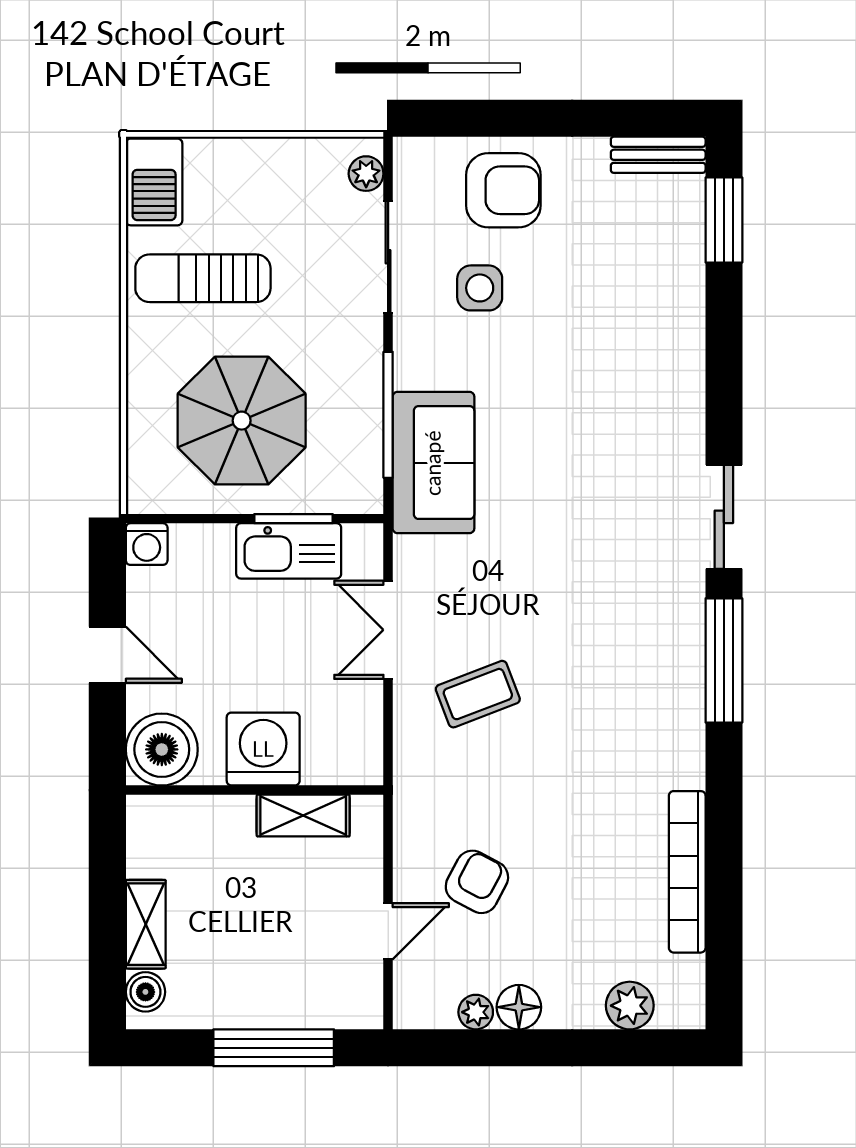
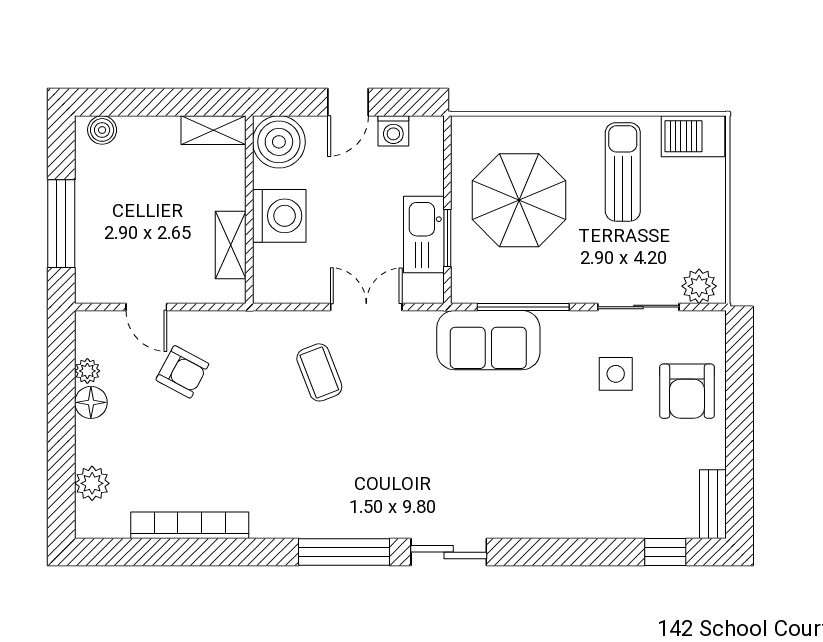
plant: (366, 174) -> (699, 286), width x1.38, depth x1.38
window: (724, 220) -> (665, 552), width x0.67
washing machine: (147, 544) -> (393, 131), moved, turned -90
shelving: (146, 924) -> (214, 130), moved

